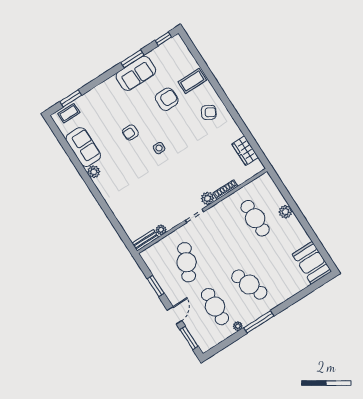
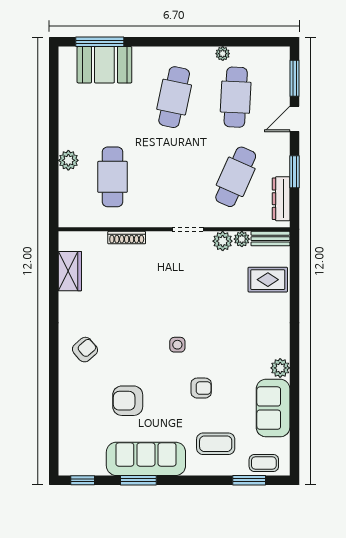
sofa: (136, 73) -> (146, 459), width x1.36
coffee table: (192, 81) -> (216, 444), moved
armchair: (209, 112) -> (85, 350), turned 109
plant: (208, 198) -> (223, 241), moved
rug: (132, 217) -> (268, 280), added
booth: (312, 263) -> (104, 65), moved, turned 90
dresser: (154, 266) -> (281, 199), added
cafe table: (249, 285) -> (174, 97), turned 33
window: (259, 322) -> (100, 42), moved

